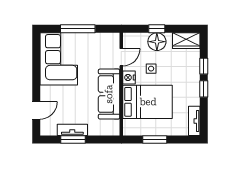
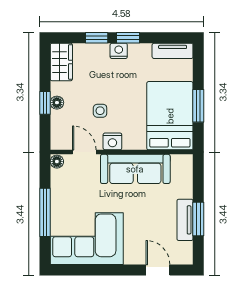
floor lamp: (114, 37) -> (57, 162), added
floor lamp: (157, 42) -> (57, 103), width x0.53, depth x0.53
nightstand: (194, 82) -> (119, 51), added
bed: (148, 102) -> (170, 116), moved

